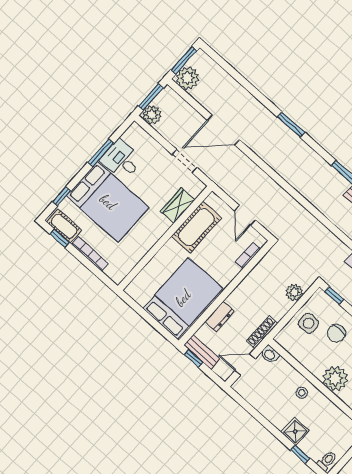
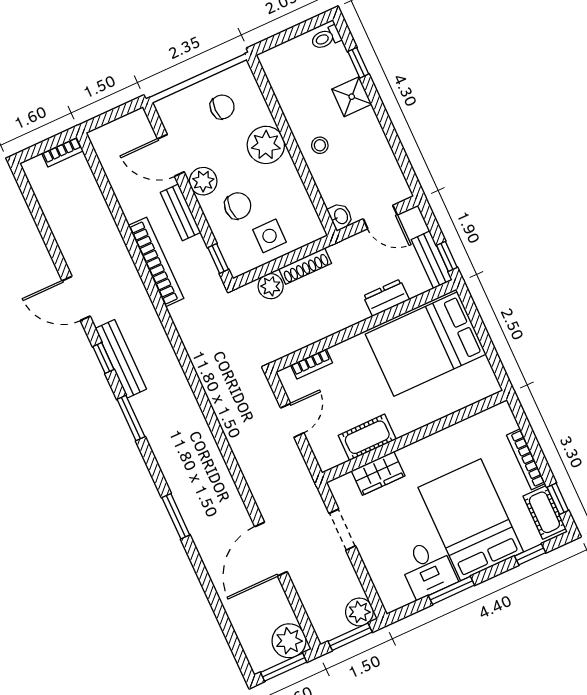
door: (223, 130) -> (271, 549), swing flipped
cot: (196, 227) -> (367, 437), width x0.73, depth x0.75
shoe rack: (262, 332) -> (305, 266), moved

